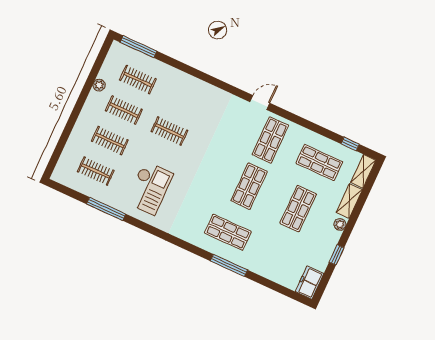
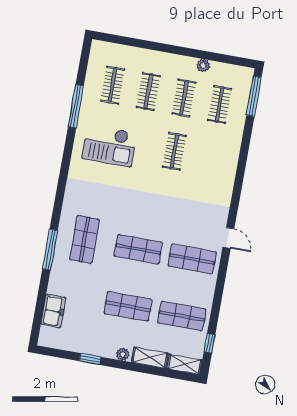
shop shelf: (319, 163) -> (182, 316), turned 90
freezer: (309, 283) -> (53, 311), moved, turned 90

